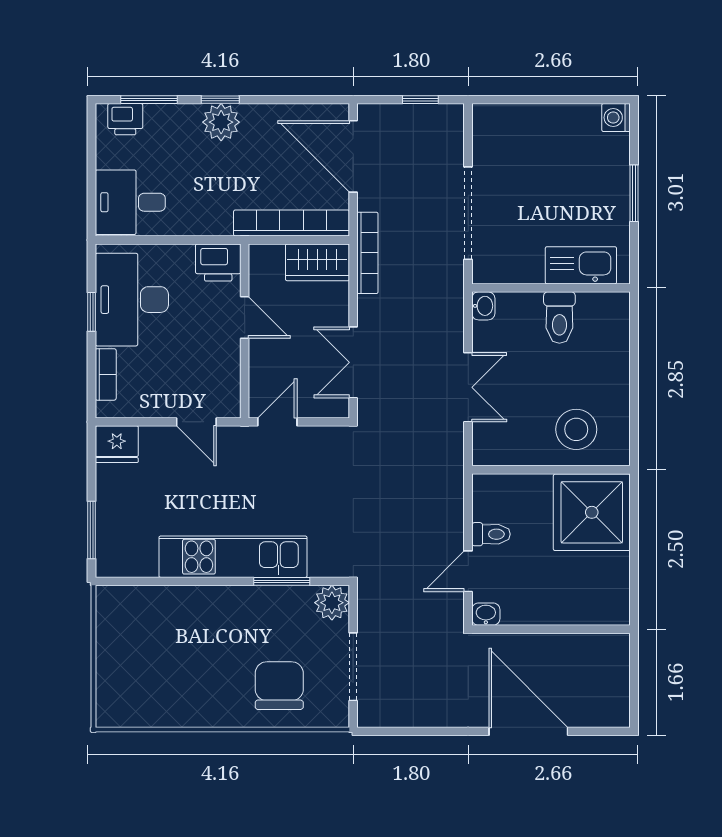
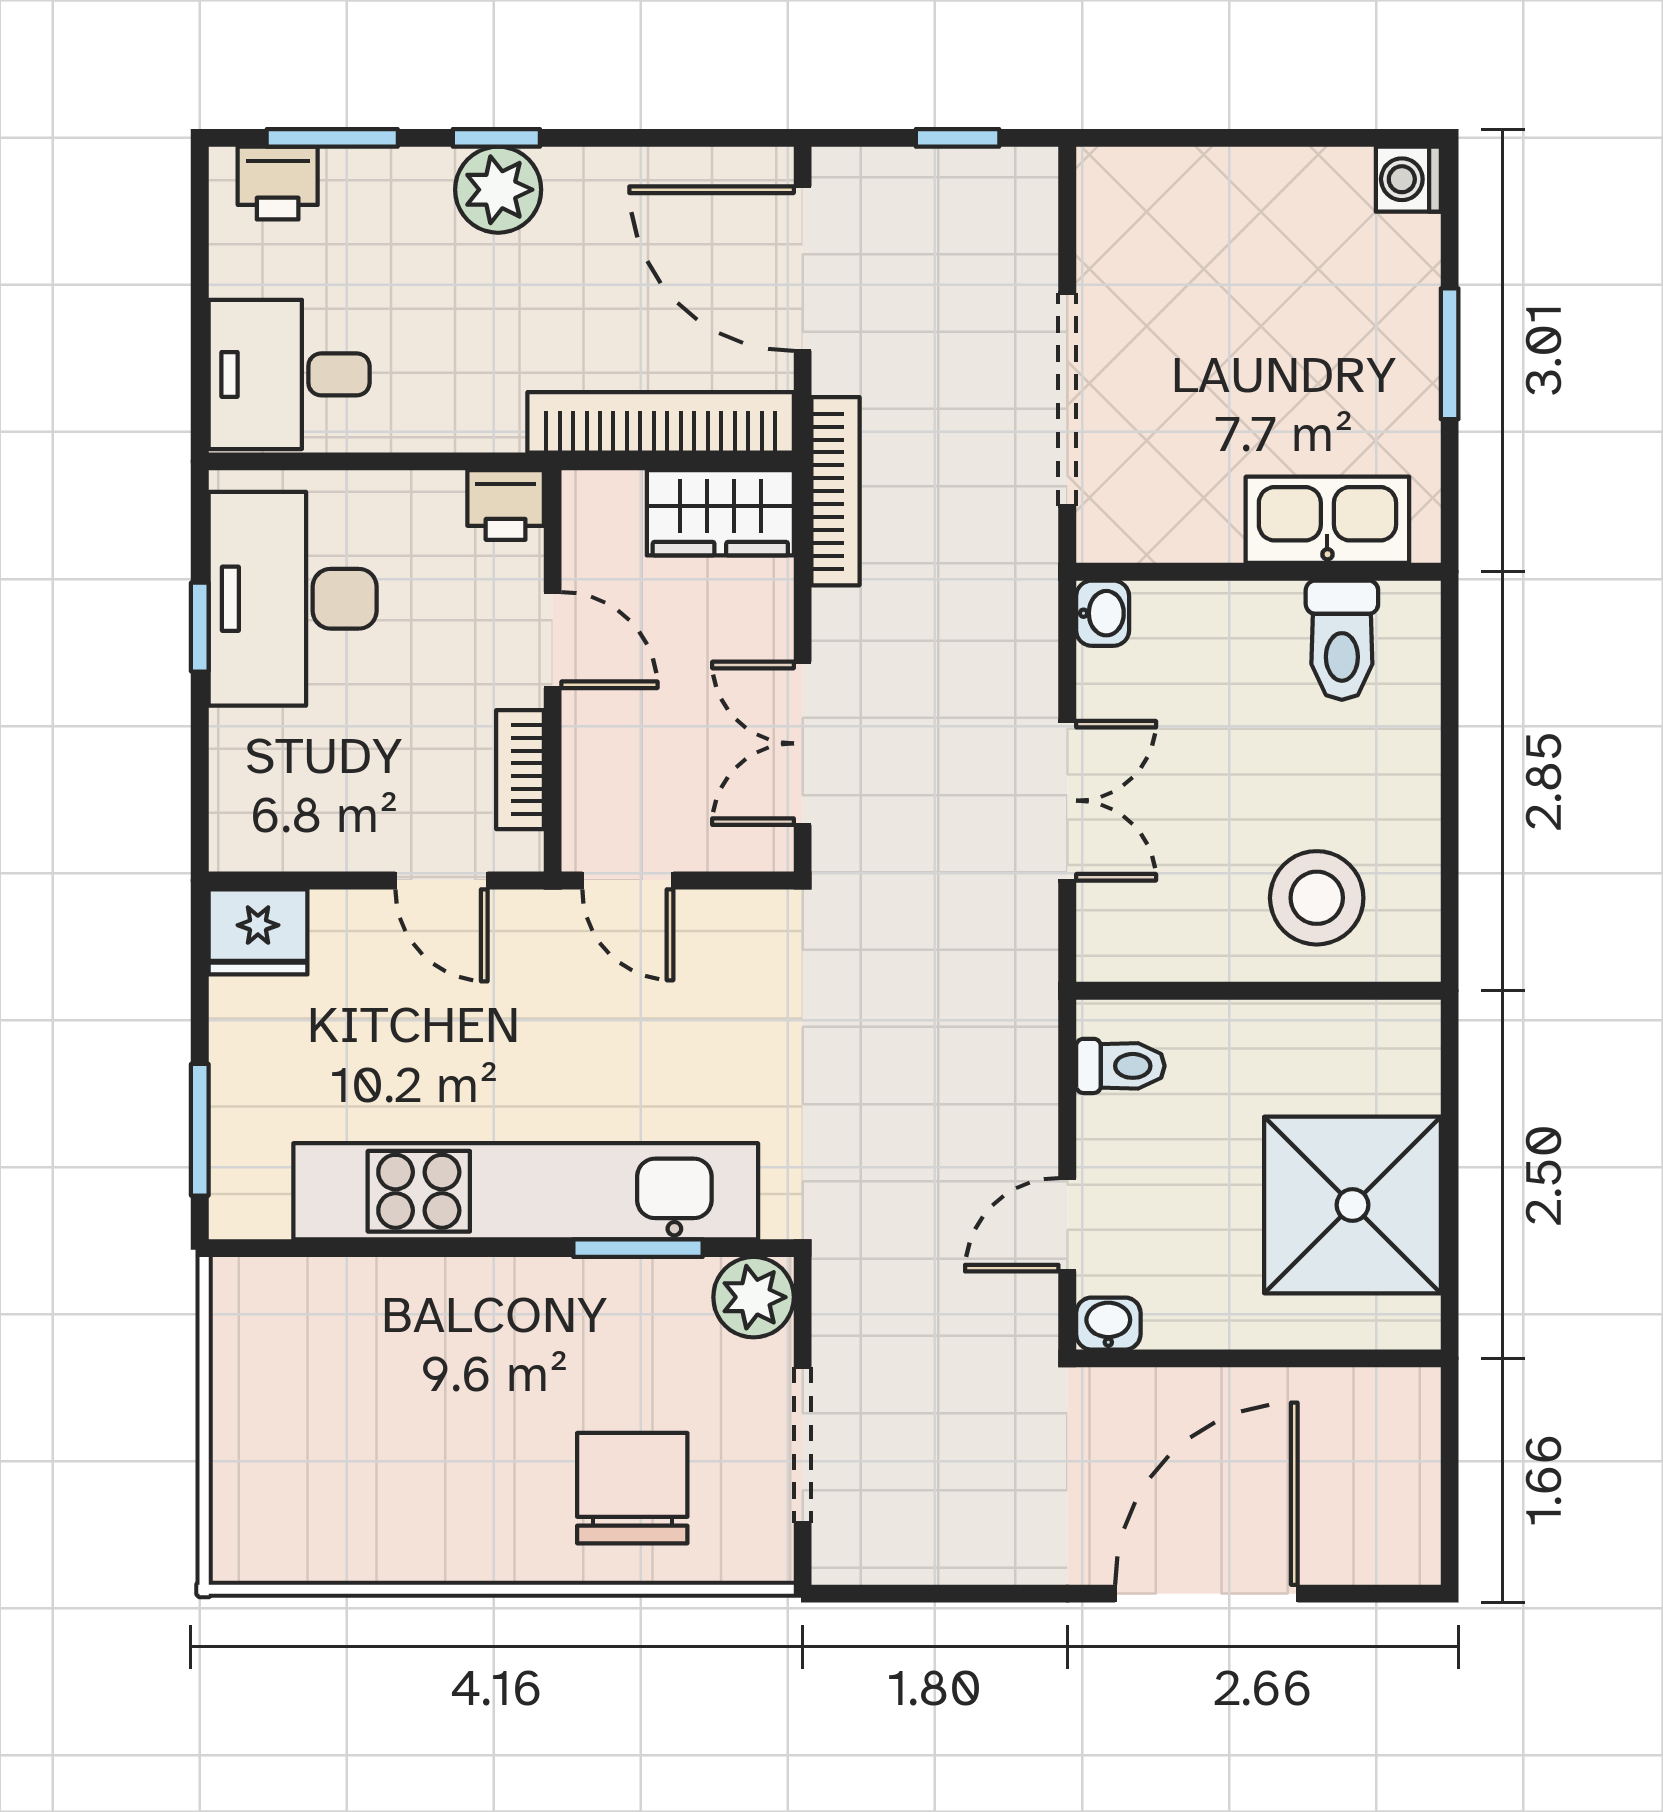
printer: (218, 263) -> (506, 505), width x0.73, depth x0.81
toilet: (559, 318) -> (1342, 640), moved
bookcase: (106, 374) -> (520, 770), moved, turned 180
door: (277, 422) -> (628, 880), swing flipped
shower: (592, 512) -> (1352, 1205), moved
toilet: (491, 534) -> (1120, 1066), moved
kitchen unit: (233, 557) -> (526, 1191), width x1.36
door: (528, 731) -> (1206, 1594), hinge flipped

